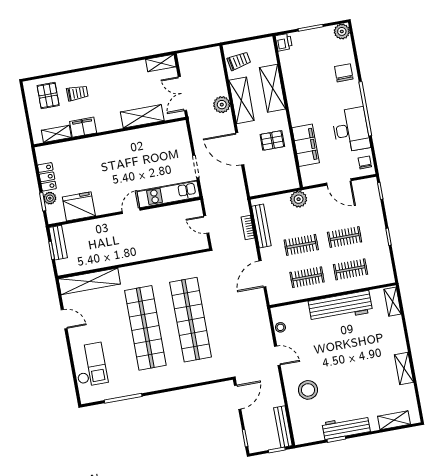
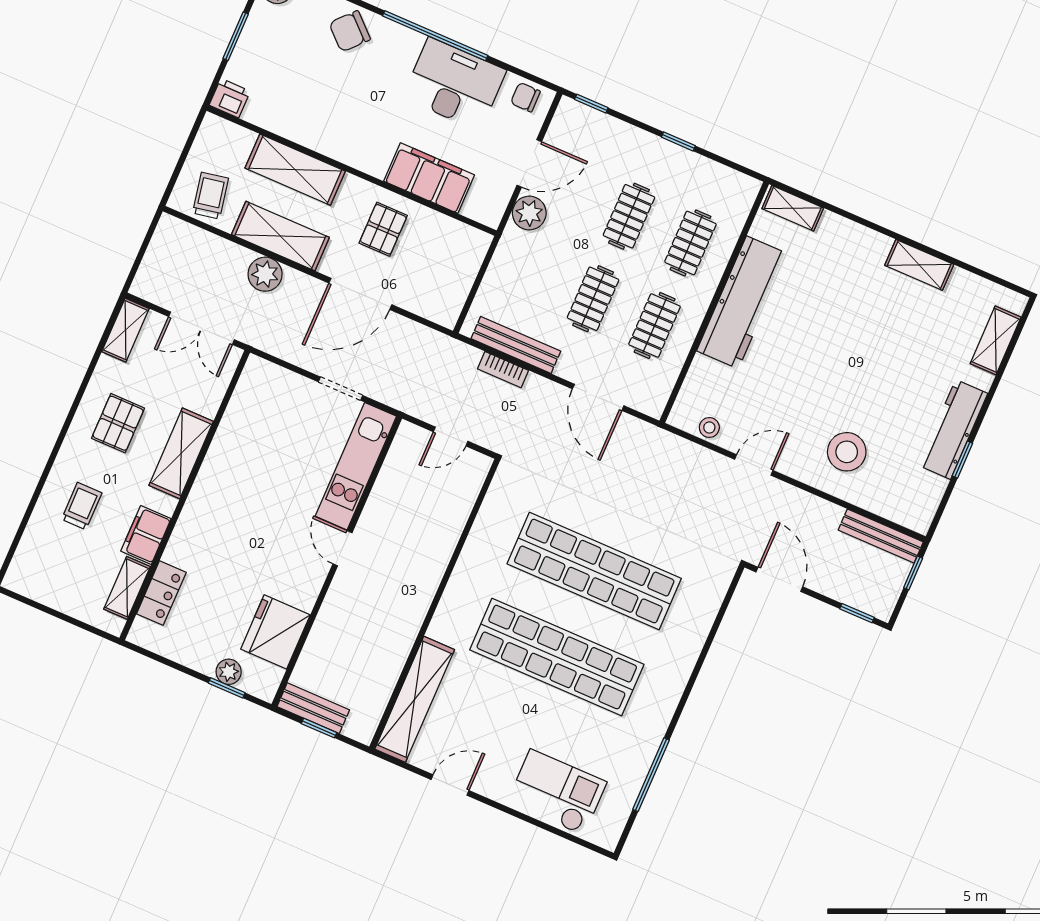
chair: (344, 73) -> (350, 31), turned -47
pallet: (48, 96) -> (118, 423), moved, turned 90
shelving: (142, 116) -> (181, 453), moved
locker: (47, 177) -> (161, 593), moved, turned 90
plant: (299, 199) -> (529, 213), moved

